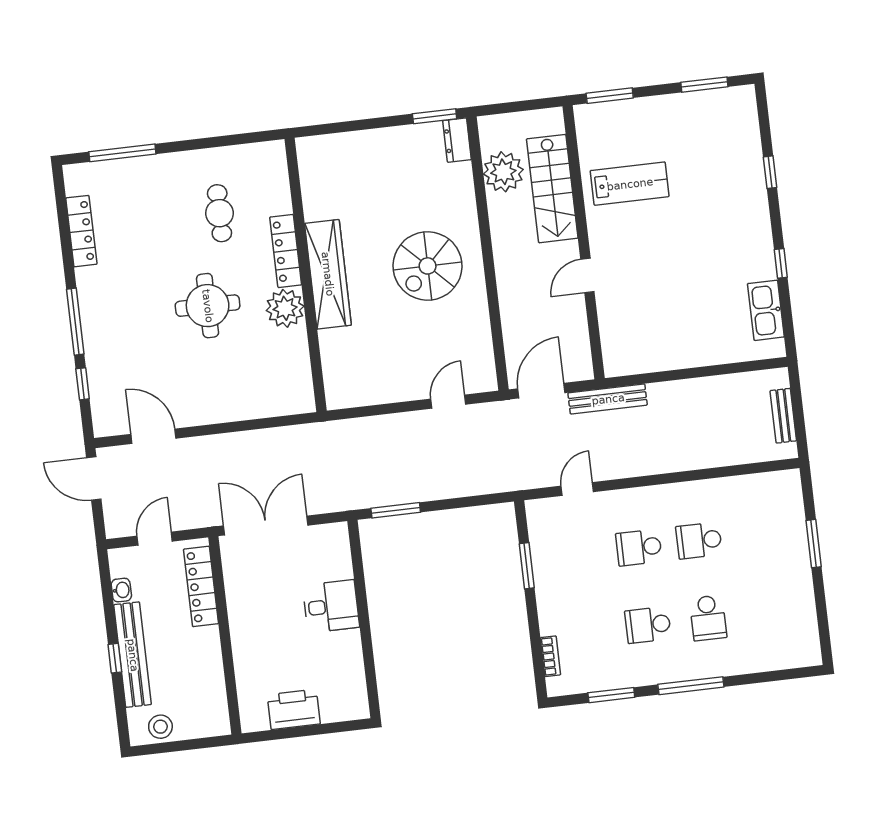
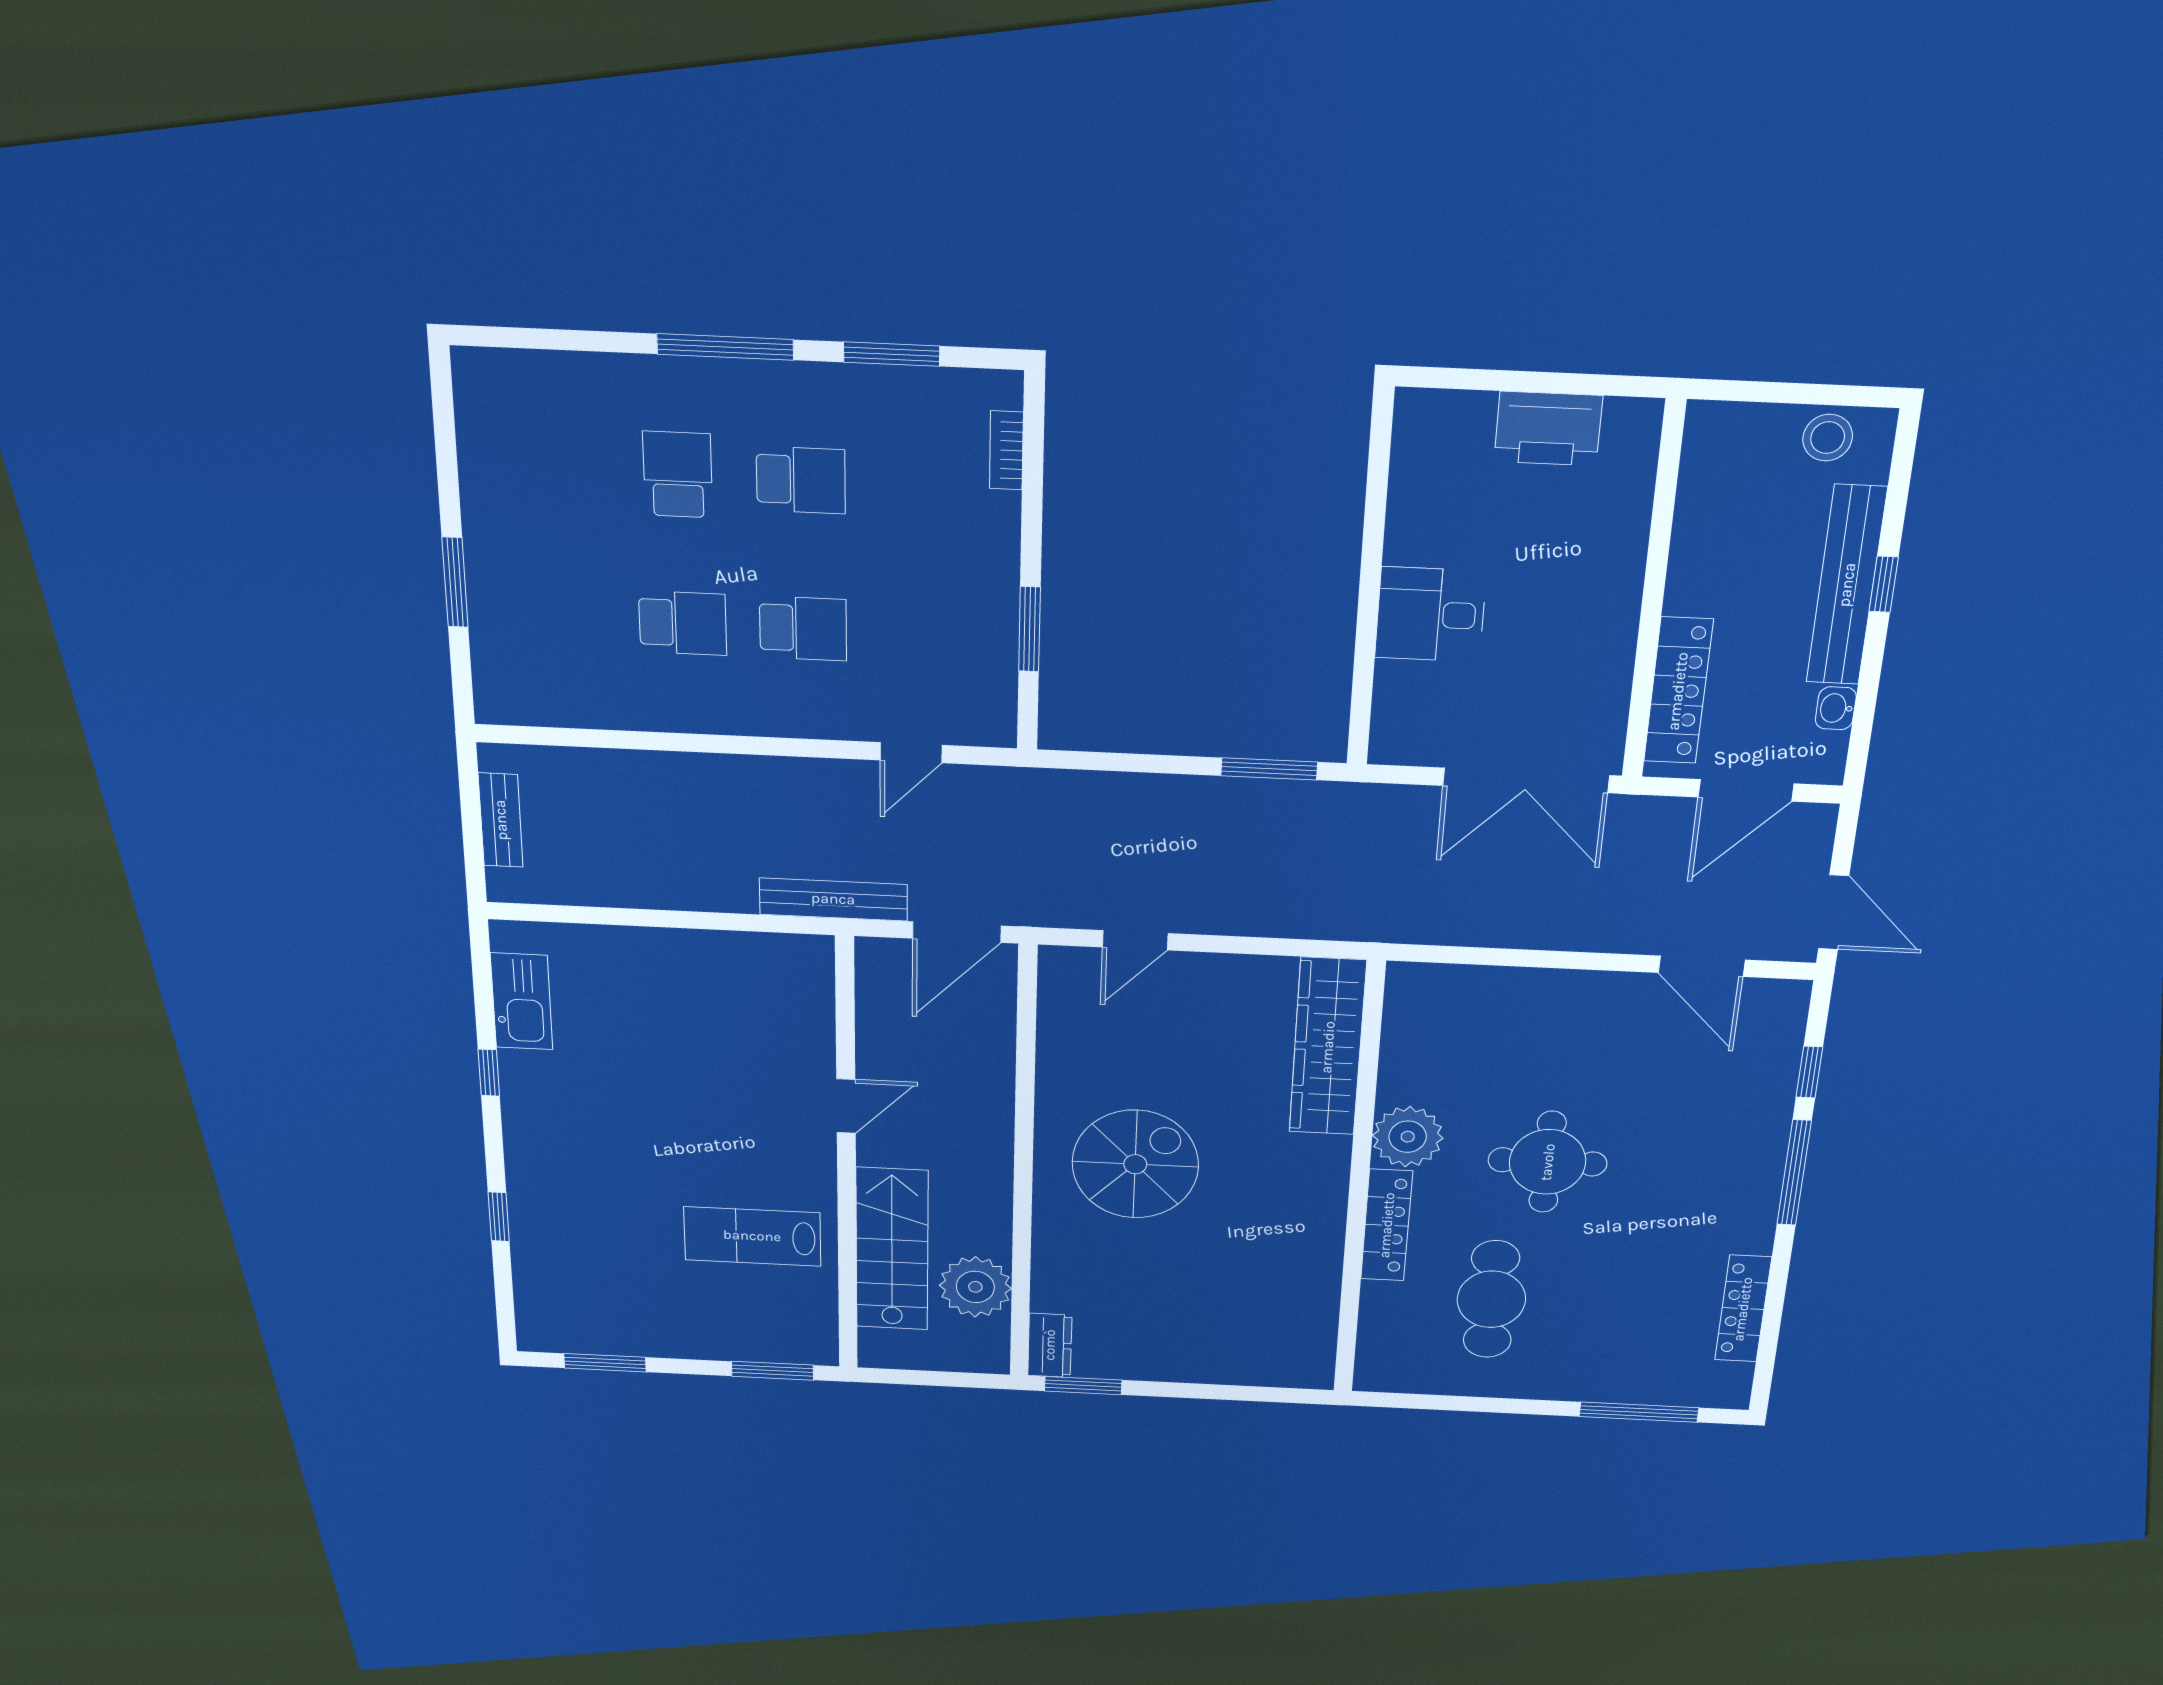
cafe table: (220, 213) -> (1491, 1299), width x1.37, depth x1.35
wardrobe: (328, 274) -> (1328, 1047), moved
door: (155, 539) -> (1746, 790), width x1.38

